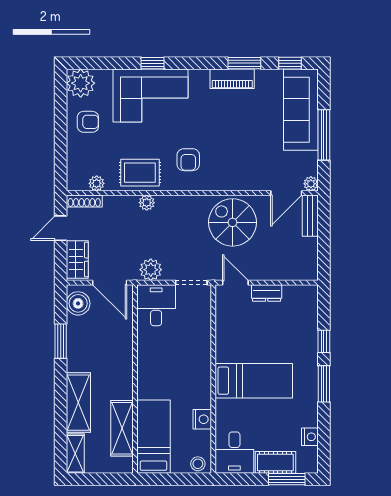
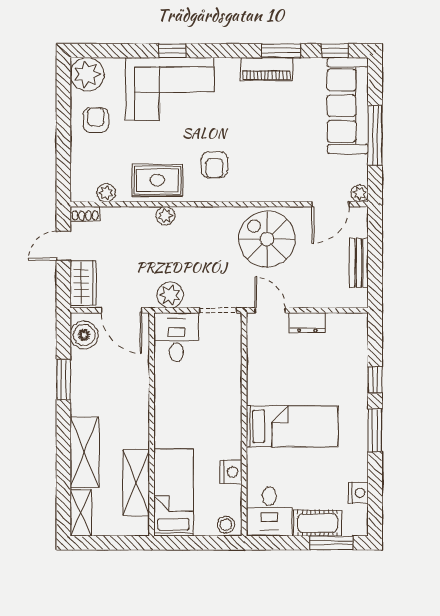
armchair: (88, 122) -> (96, 120), turned -90
shoe rack: (84, 201) -> (85, 214), width x0.70
bench: (310, 216) -> (359, 263), moved

